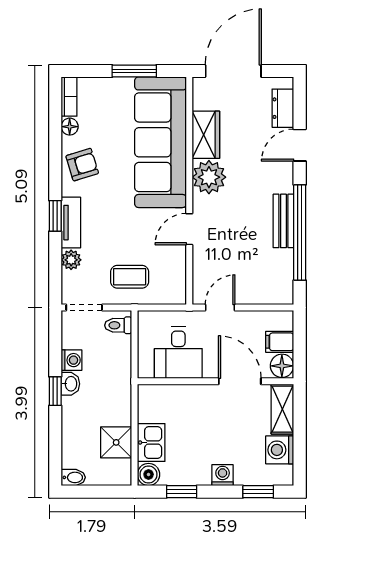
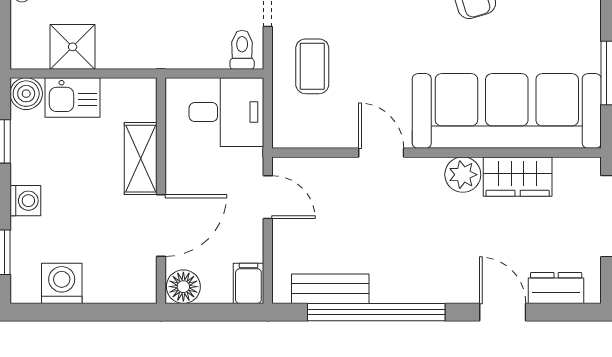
plant: (209, 177) -> (463, 175), width x0.73, depth x0.73
bench: (283, 221) -> (330, 289), moved
filing cabinet: (280, 342) -> (248, 283), moved
desk: (178, 353) -> (226, 112), moved, turned 180
shelving: (282, 409) -> (141, 159), moved, turned 90

